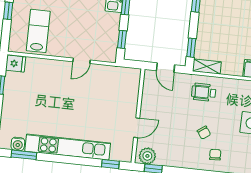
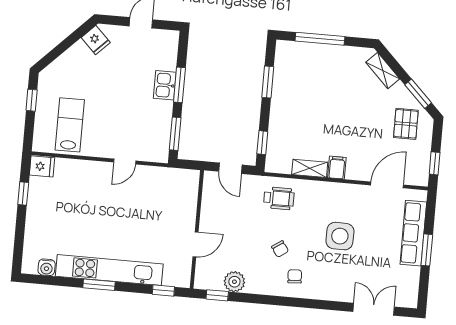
window: (122, 39) -> (175, 134), width x1.50
shelving: (207, 67) -> (310, 168), moved
wheelchair: (204, 92) -> (279, 198), turned 180
window: (24, 155) -> (99, 285), moved
plant: (147, 156) -> (234, 282), moved

